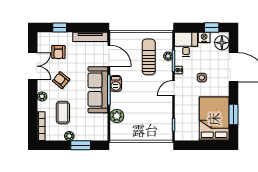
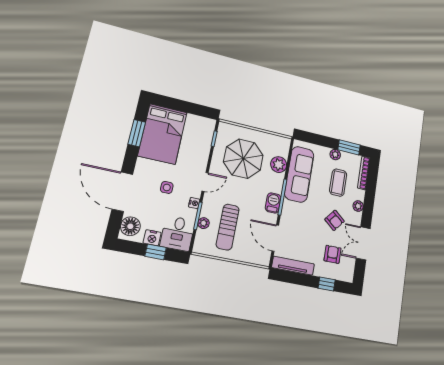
window: (212, 27) -> (156, 252), moved
sofa: (98, 90) -> (299, 174), moved
parasol: (147, 114) -> (243, 159), added
window: (81, 145) -> (349, 147), moved

